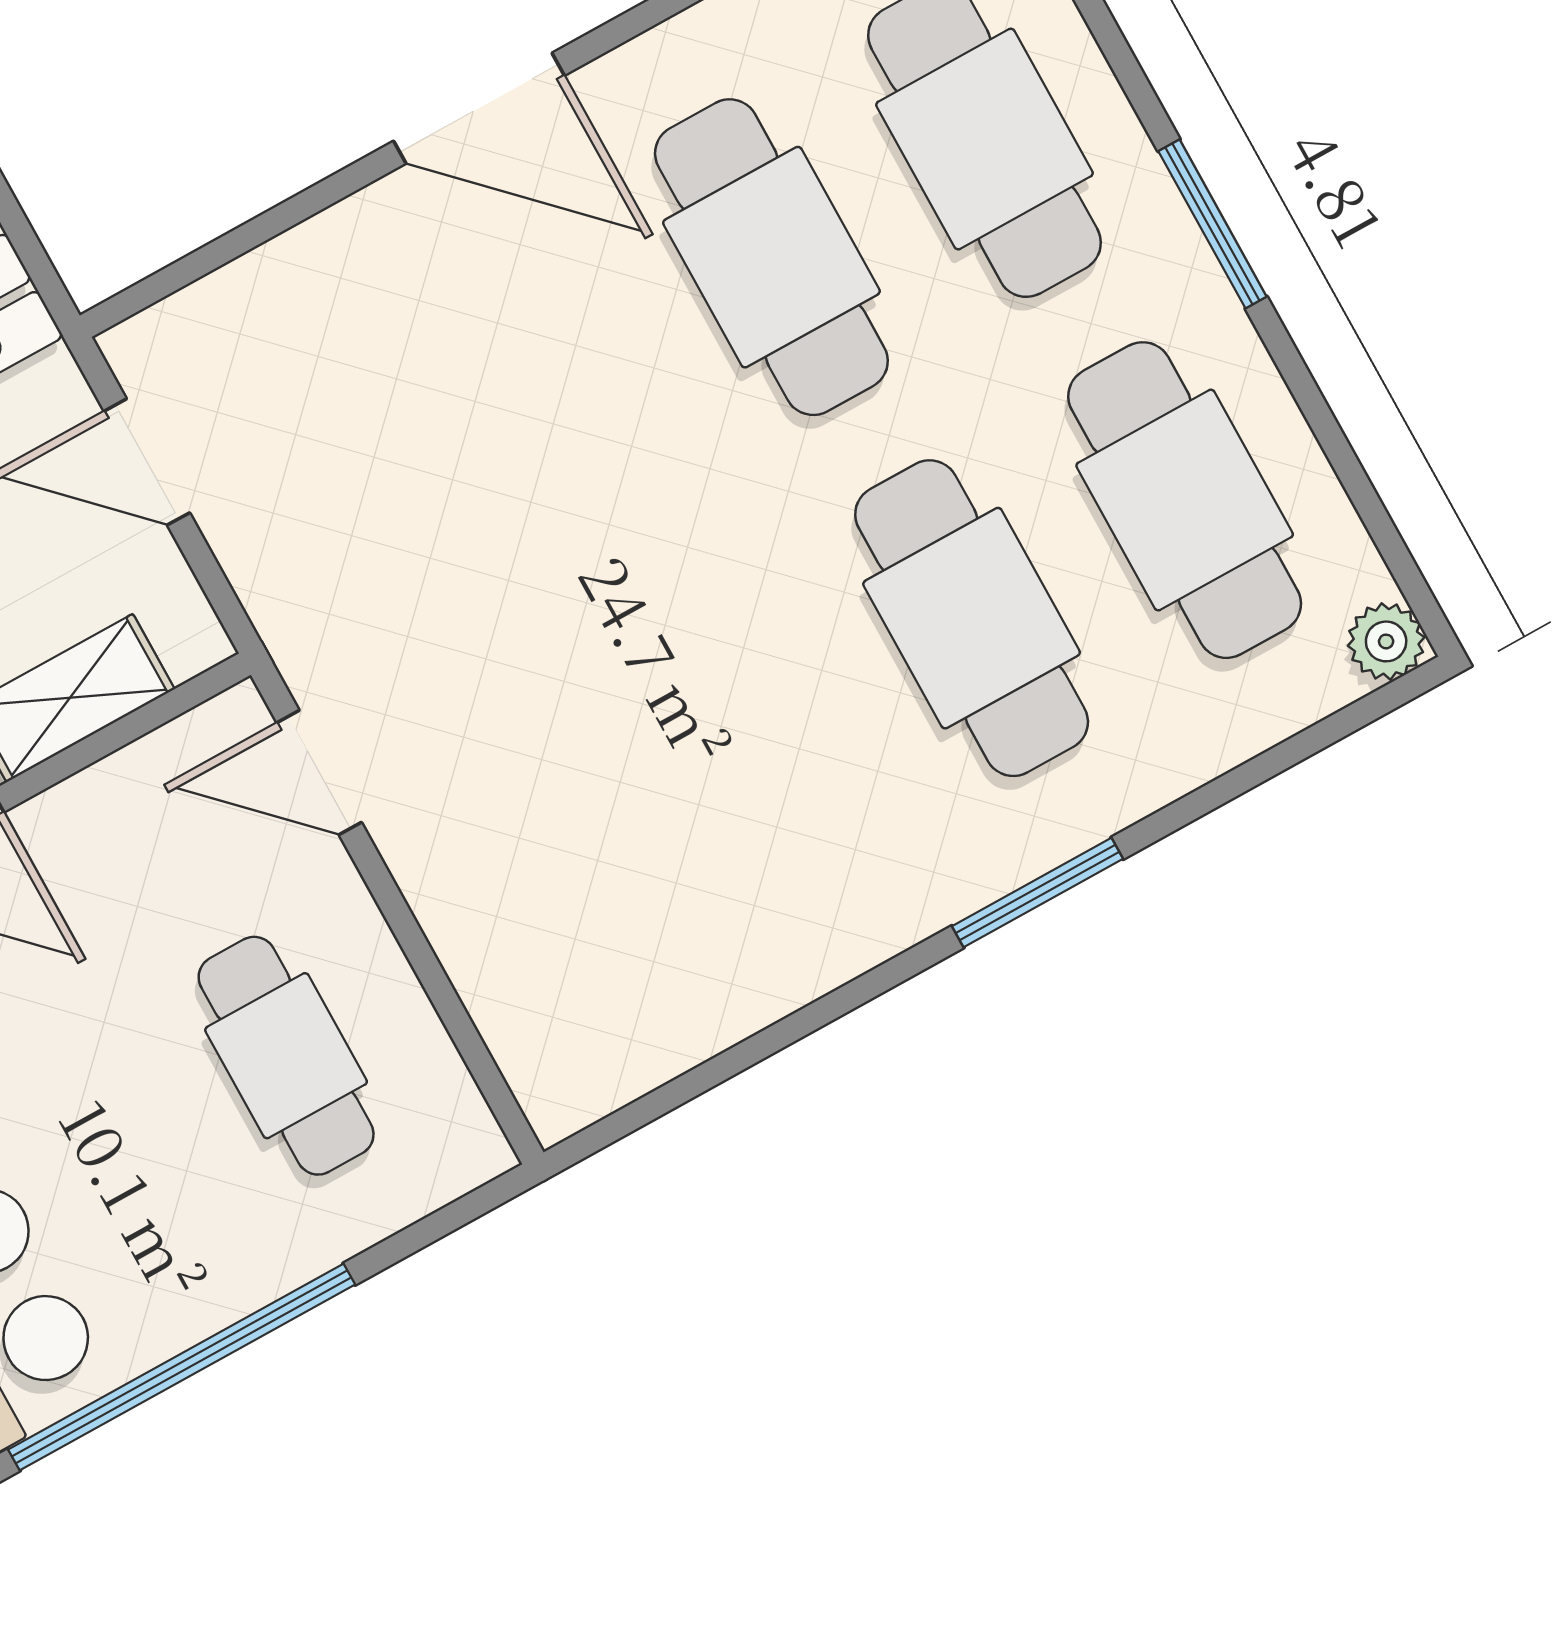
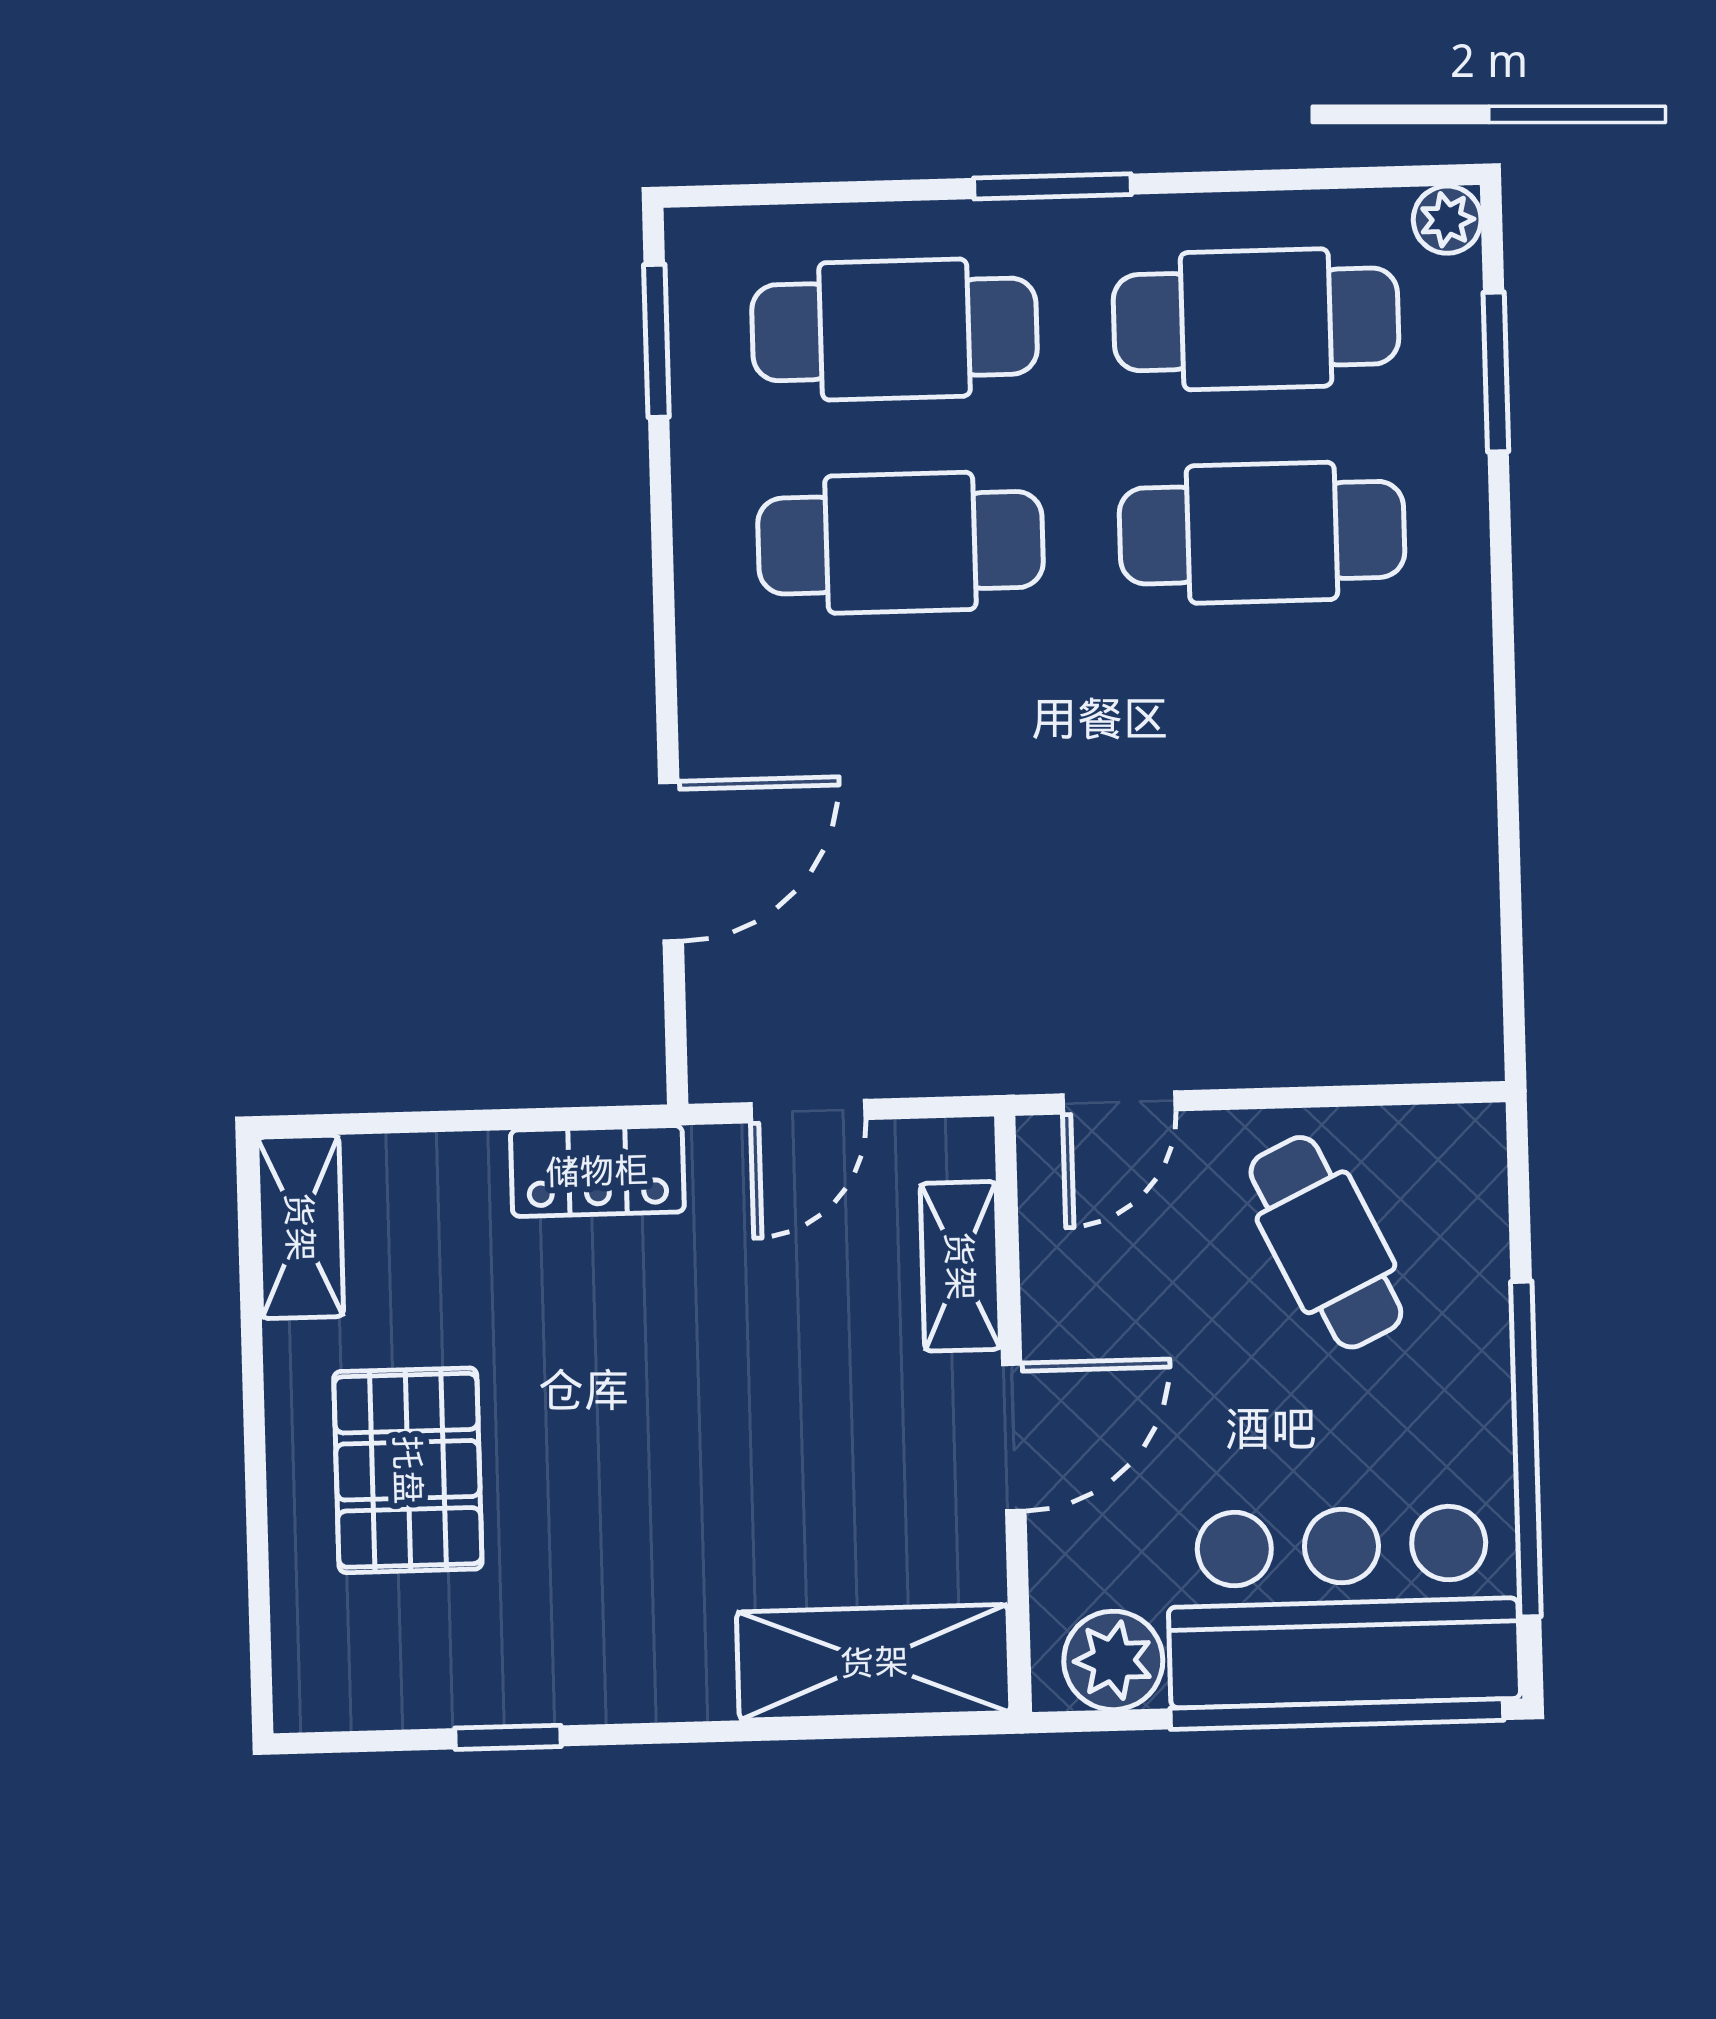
door: (479, 108) -> (671, 861), moved
window: (1038, 893) -> (1496, 372), moved
cafe table: (286, 1056) -> (1326, 1242), turned 64

